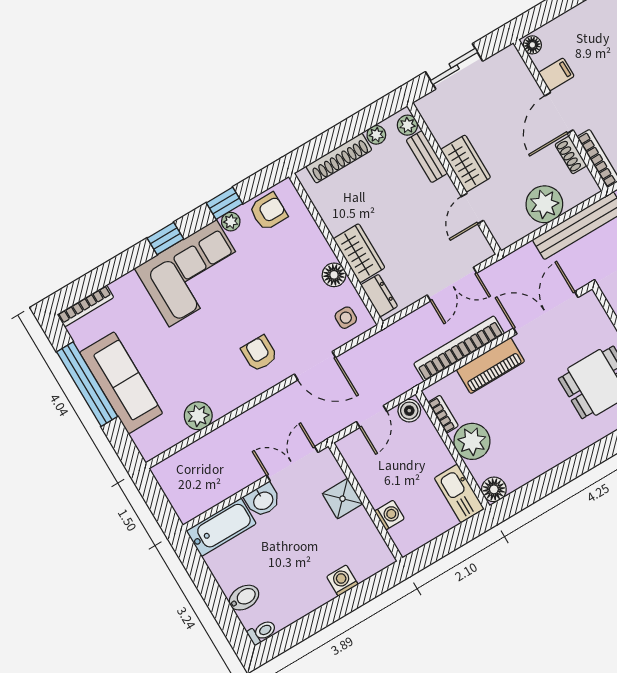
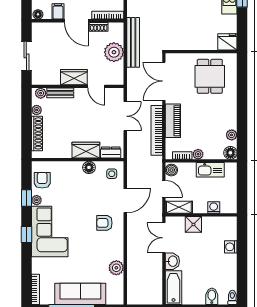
plant: (472, 441) -> (198, 154), width x0.53, depth x0.53
shelving: (356, 459) -> (179, 207), added
plant: (524, 474) -> (232, 135), added
kitchen sink: (459, 493) -> (210, 170), moved

